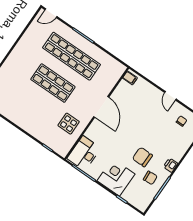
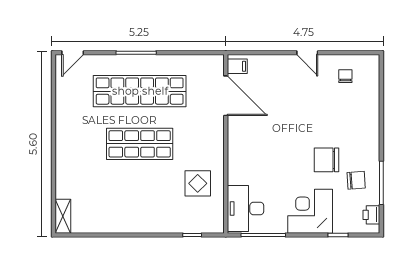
door: (101, 107) -> (226, 96), moved
printer: (171, 165) -> (371, 215), moved

